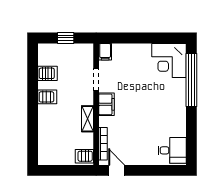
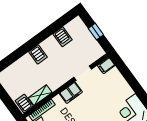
server rack: (47, 97) -> (38, 54), moved
shelving: (88, 119) -> (40, 95), moved

